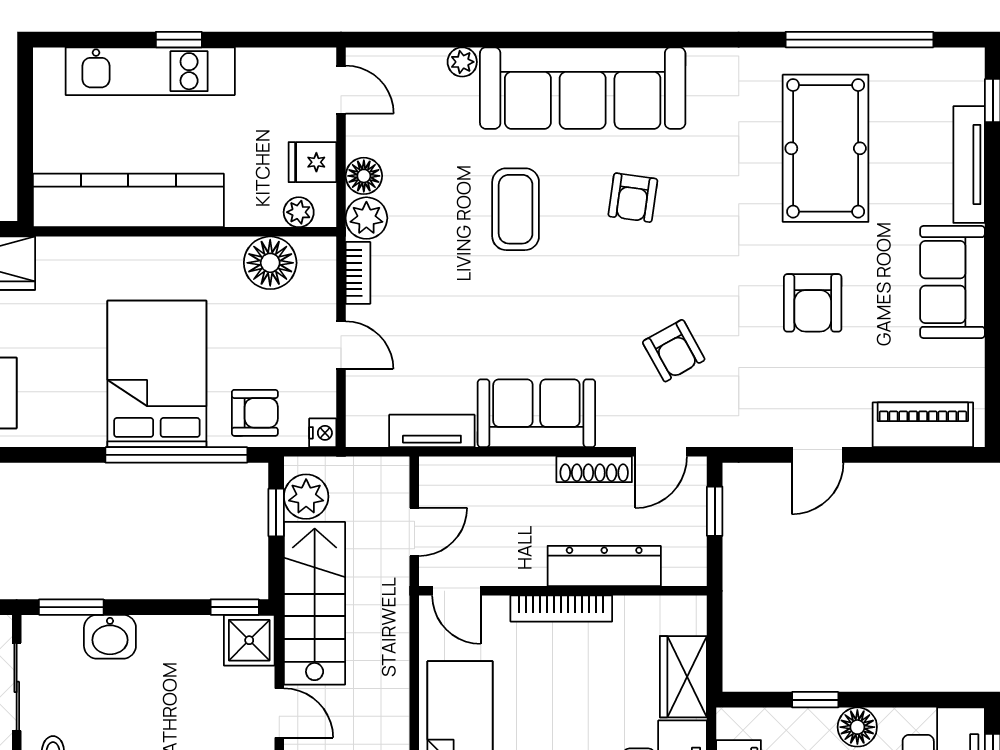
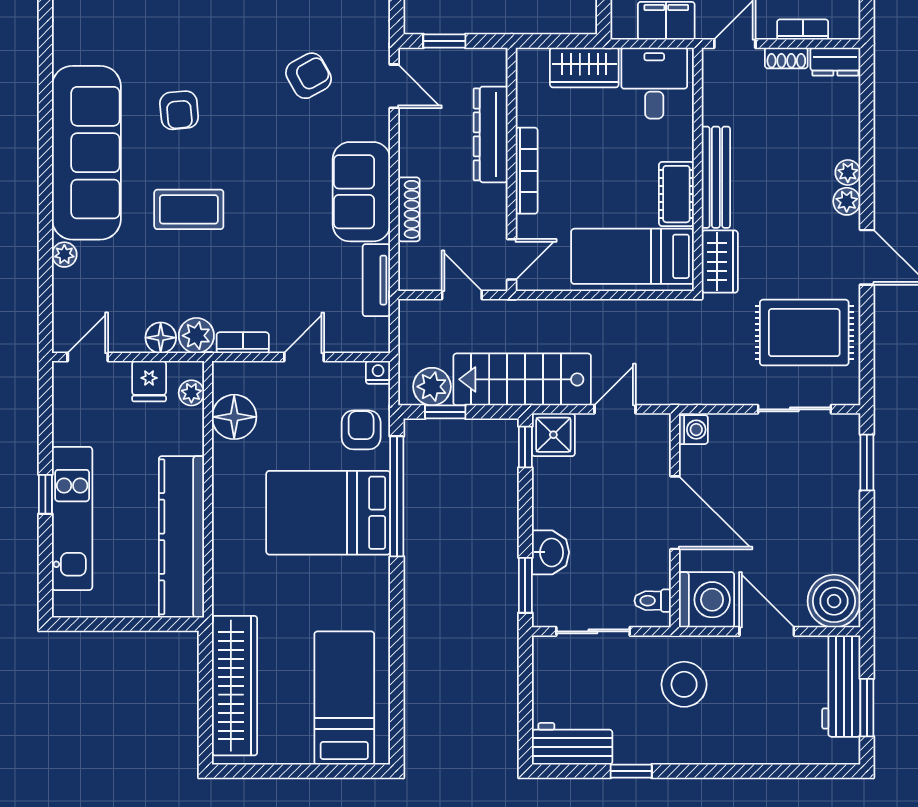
armchair: (633, 198) -> (179, 110), turned 77
shoe rack: (594, 469) -> (409, 209), moved

